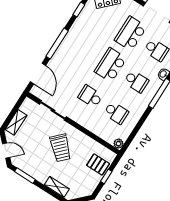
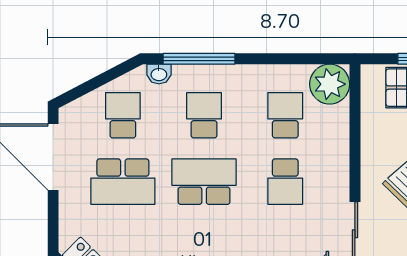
school desk: (110, 65) -> (204, 182), turned 180
plant: (118, 144) -> (330, 84), width x1.88, depth x1.88

